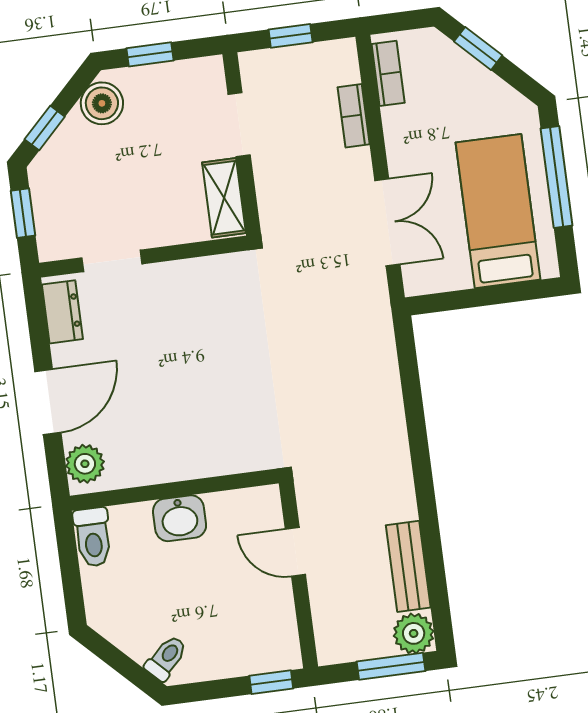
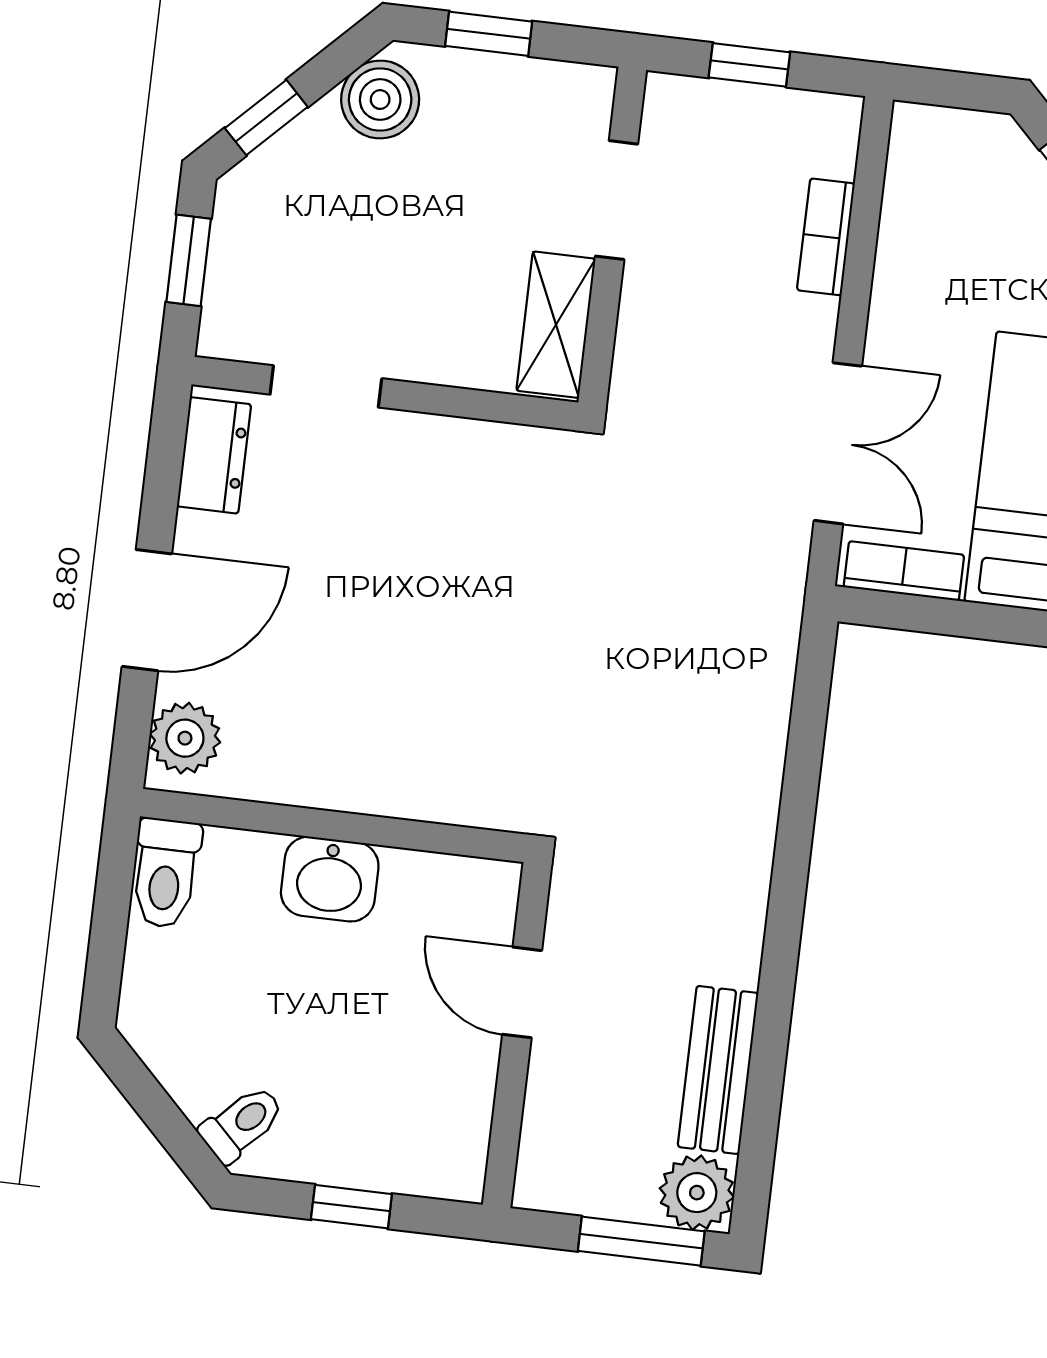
bookcase: (388, 73) -> (904, 571), moved, turned -90
window: (271, 682) -> (351, 1207), moved

